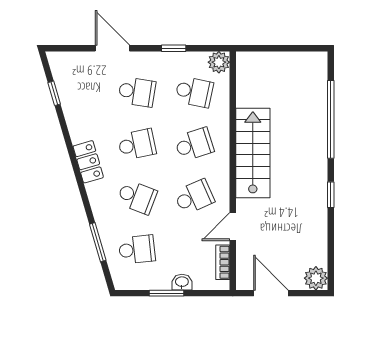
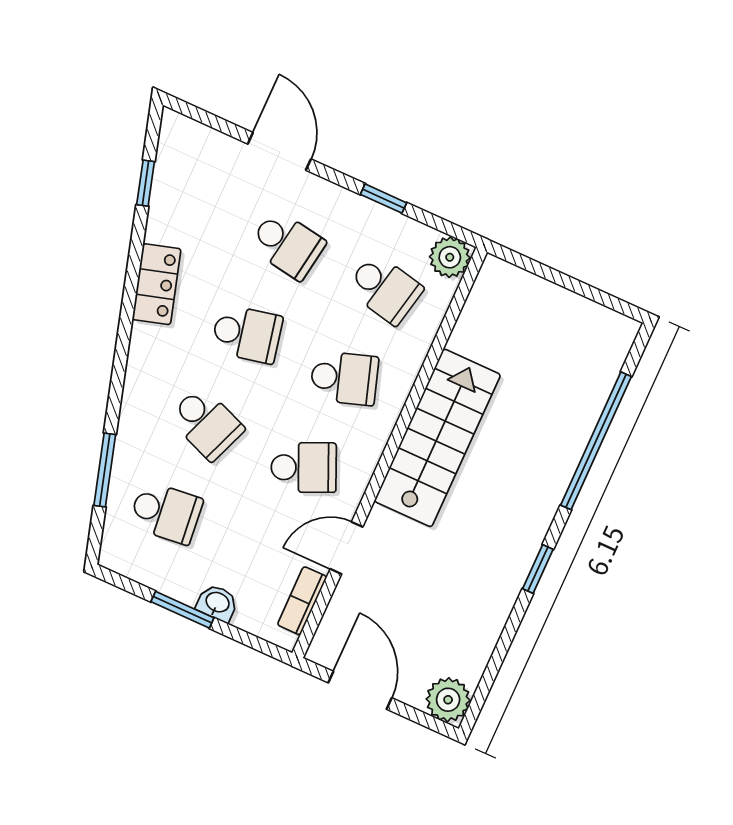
locker: (88, 162) -> (157, 284), moved

